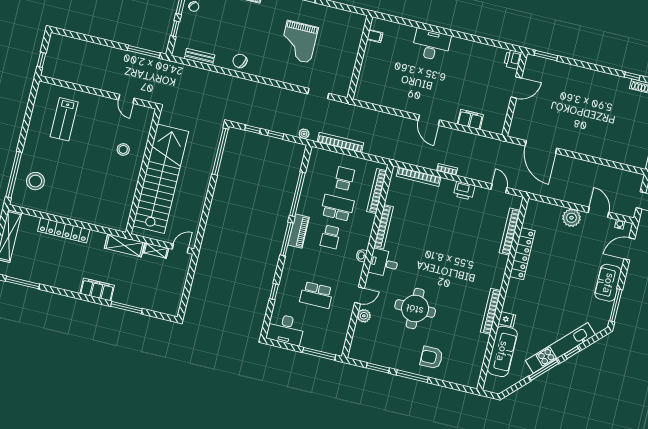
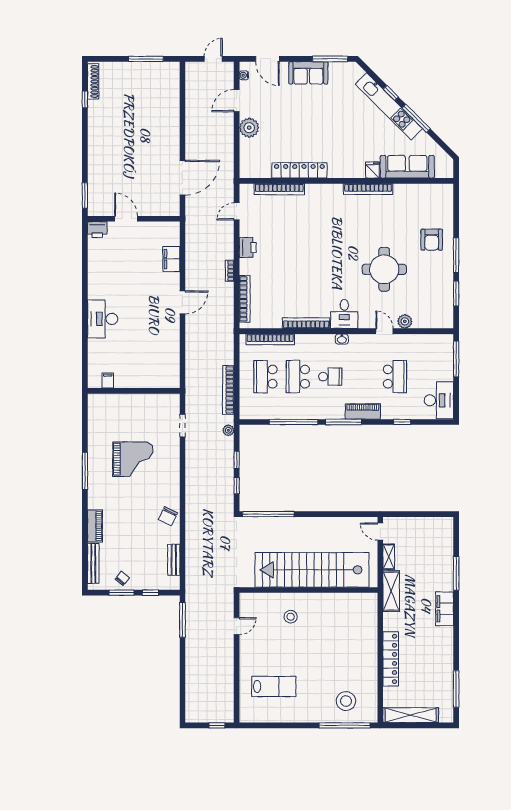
school desk: (344, 179) -> (265, 377), width x1.85
piano: (299, 231) -> (363, 411), moved

